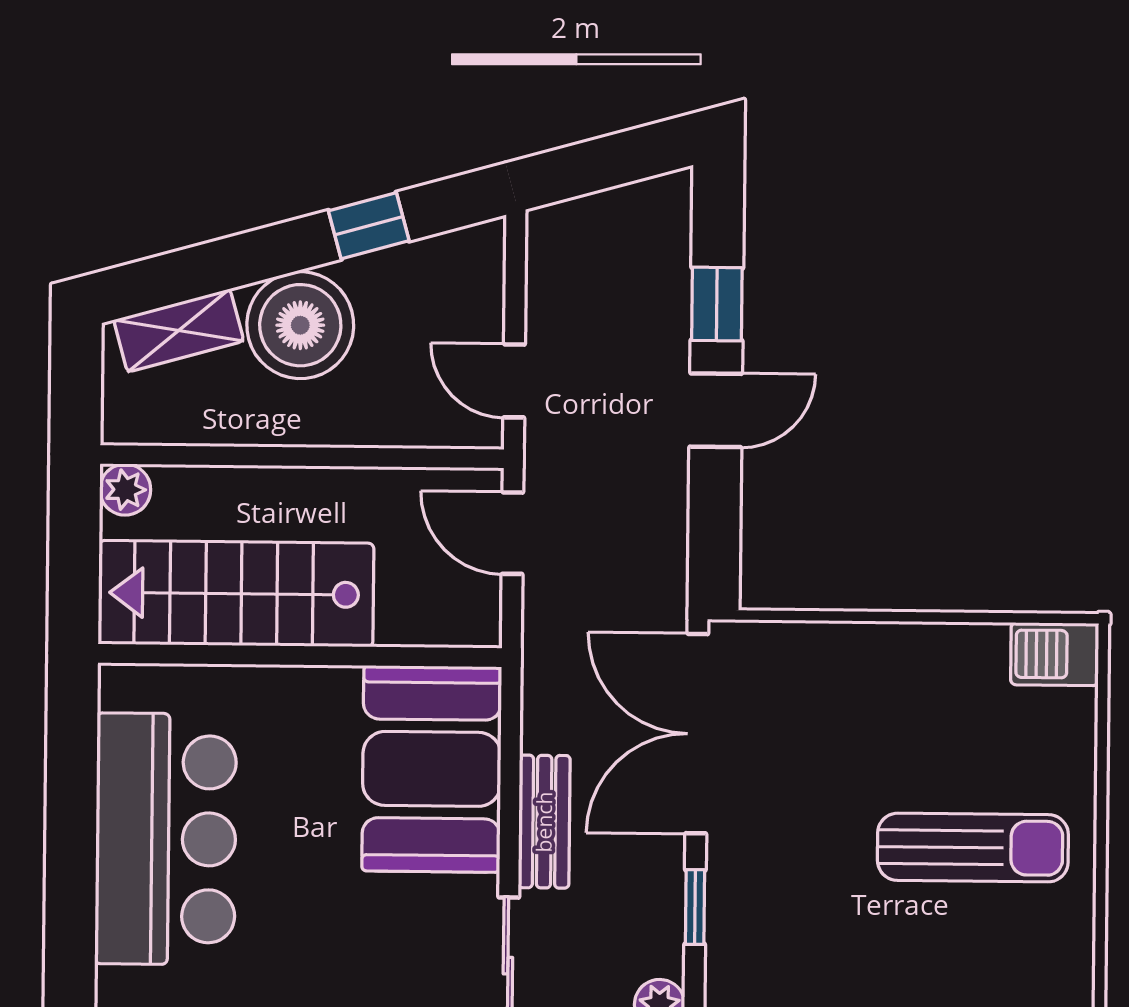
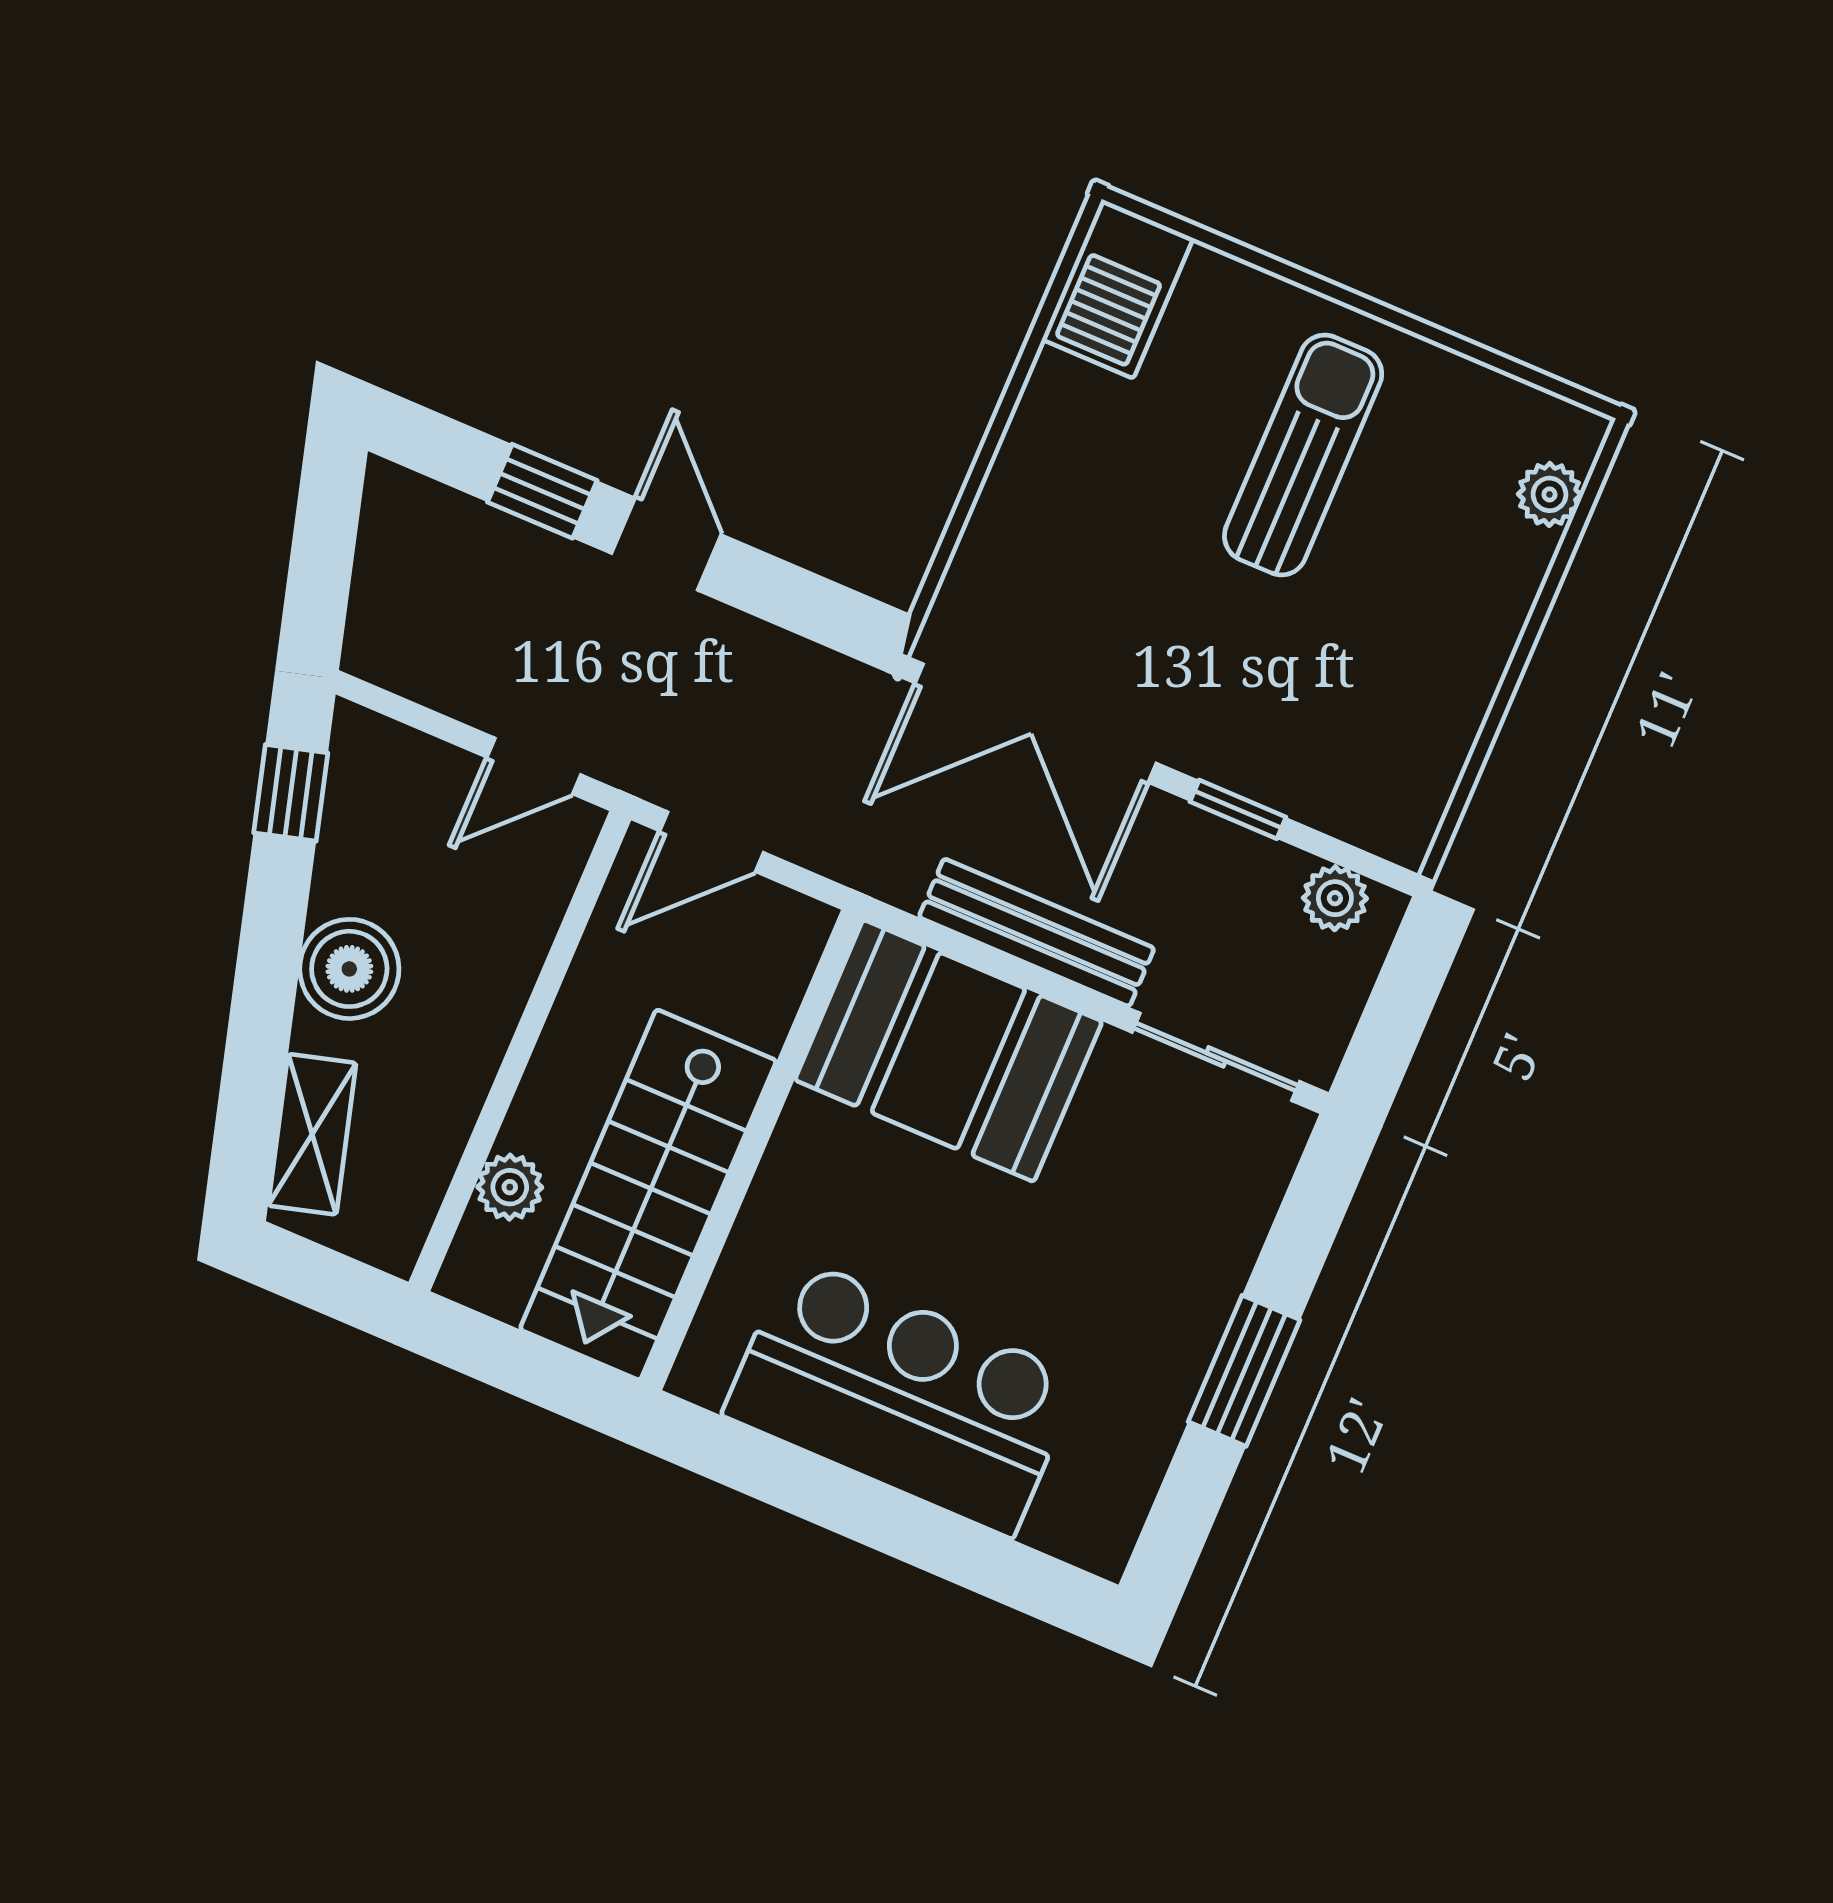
window: (369, 226) -> (291, 793), moved
boiler: (300, 325) -> (349, 969), width x0.73, depth x0.73
plant: (125, 490) -> (510, 1187), moved
barbecue: (1055, 654) -> (1118, 289), width x1.38, depth x1.27
bench: (544, 822) -> (1037, 933), width x1.36

